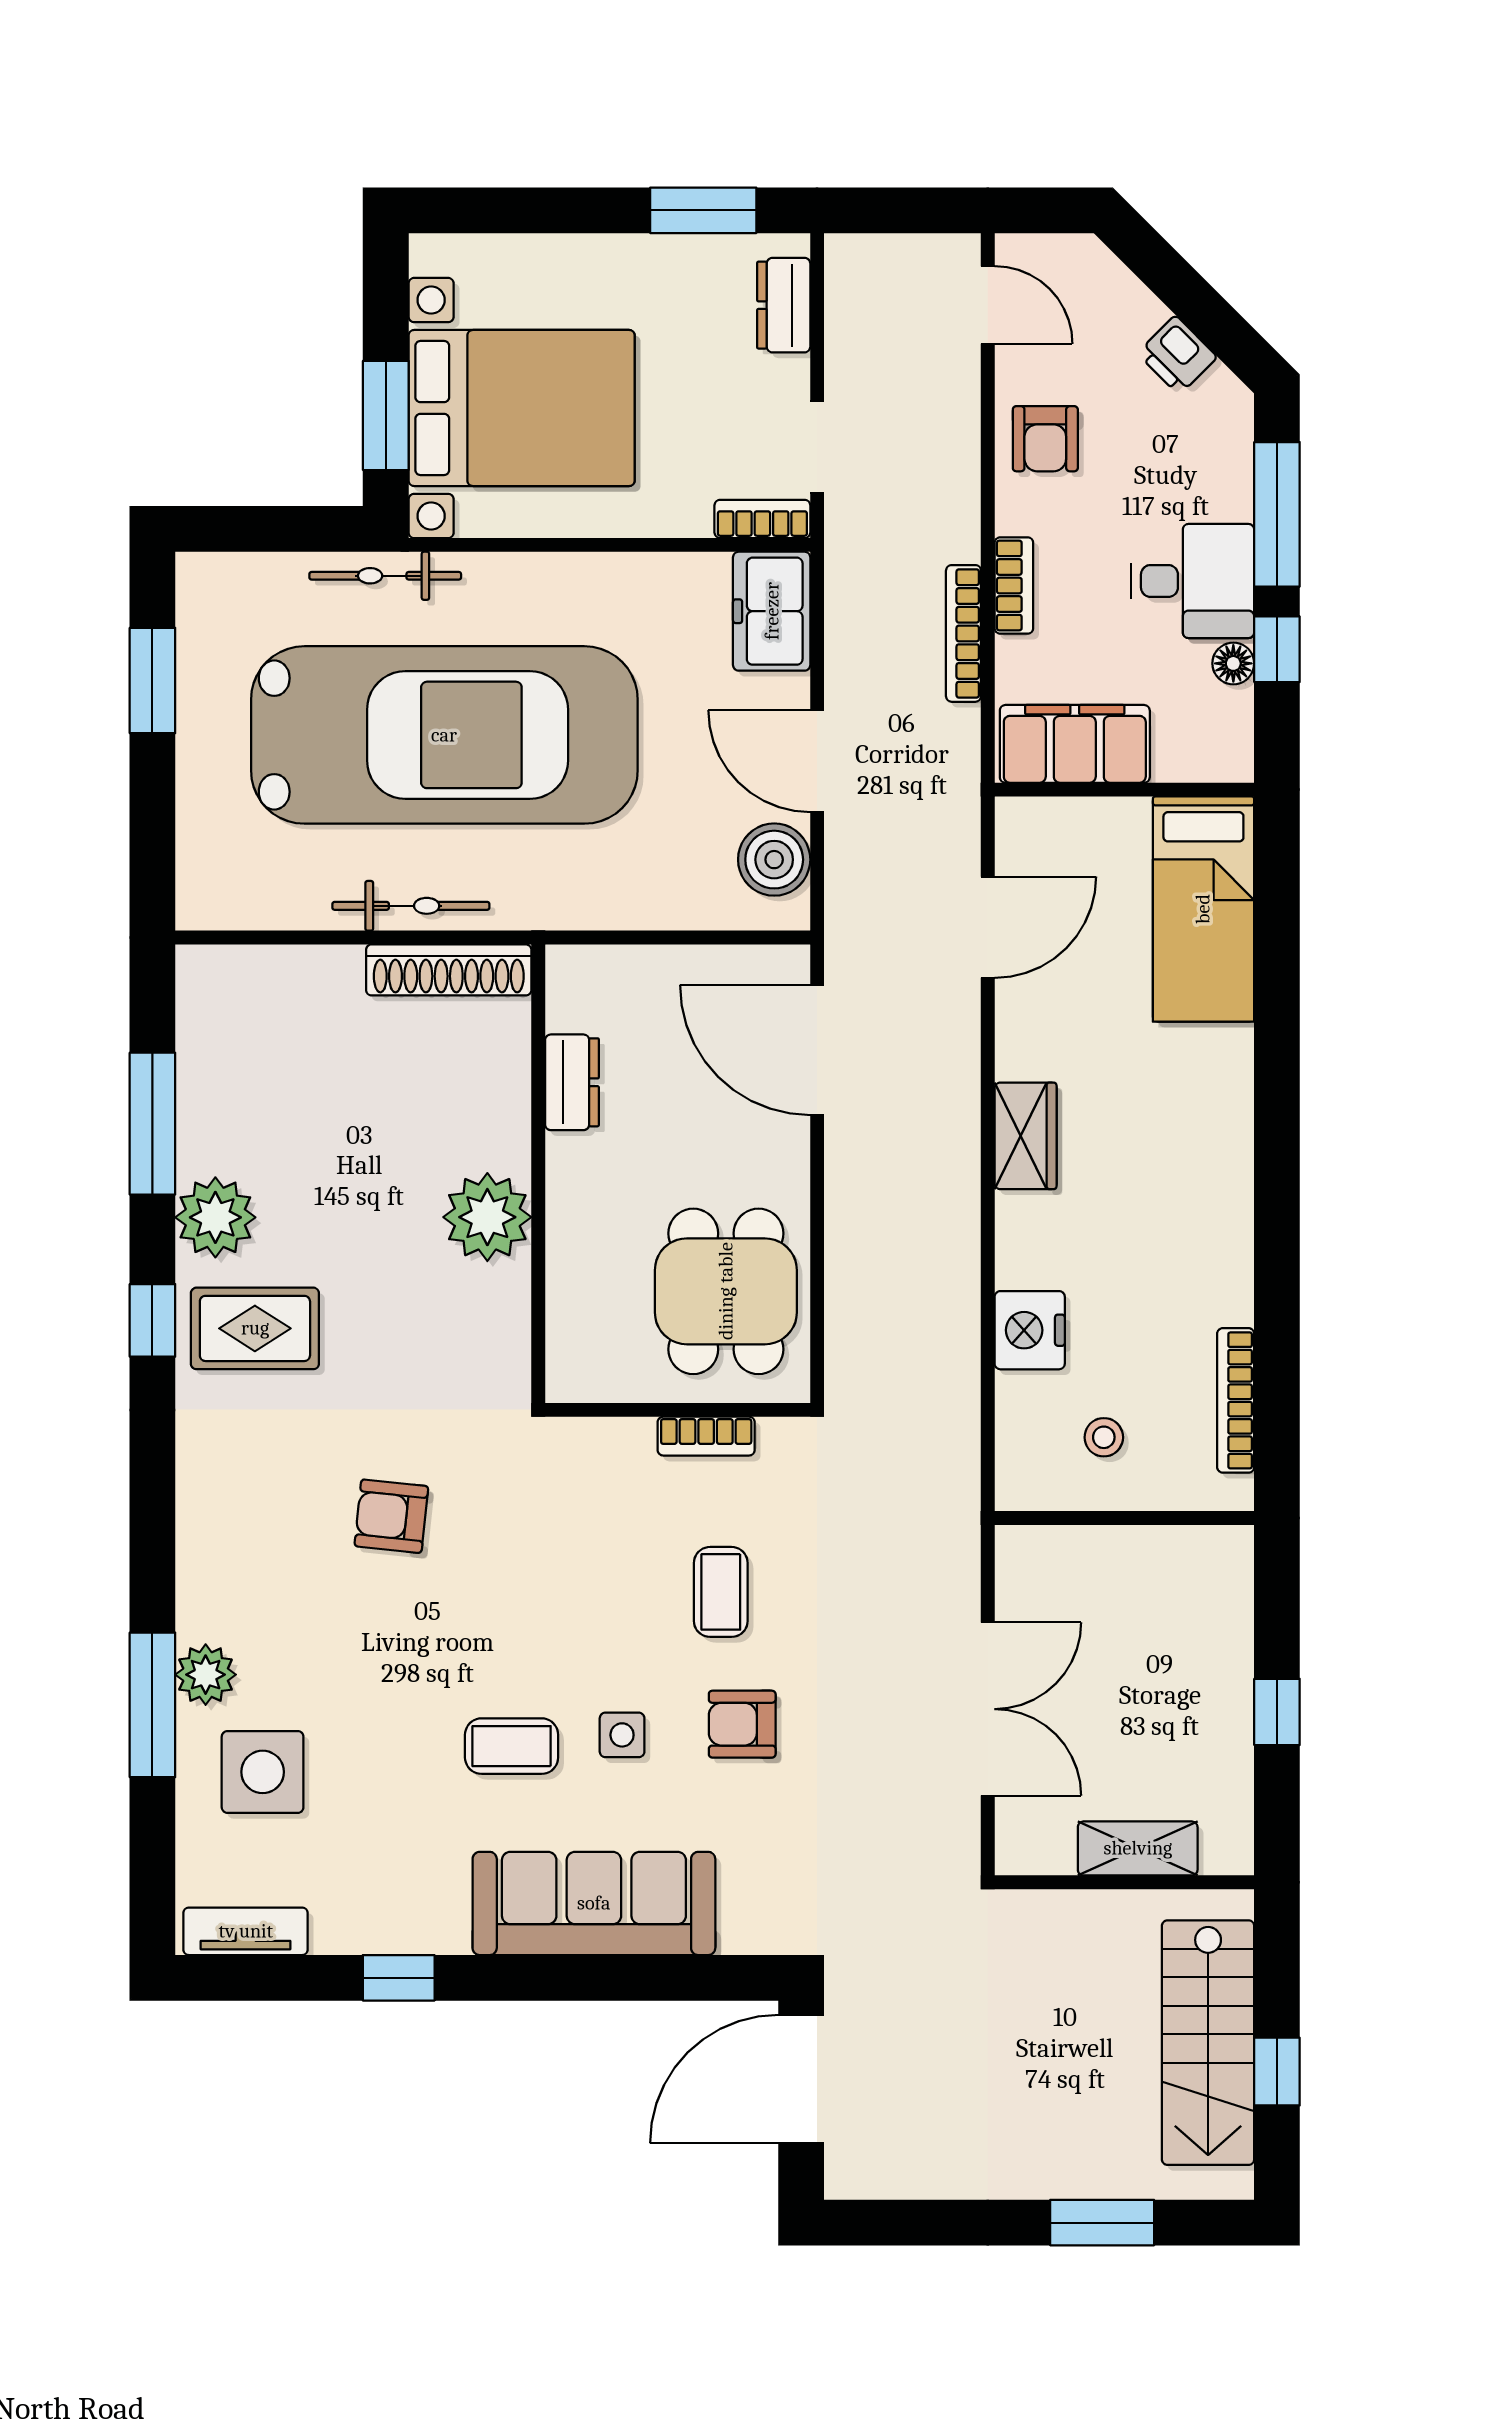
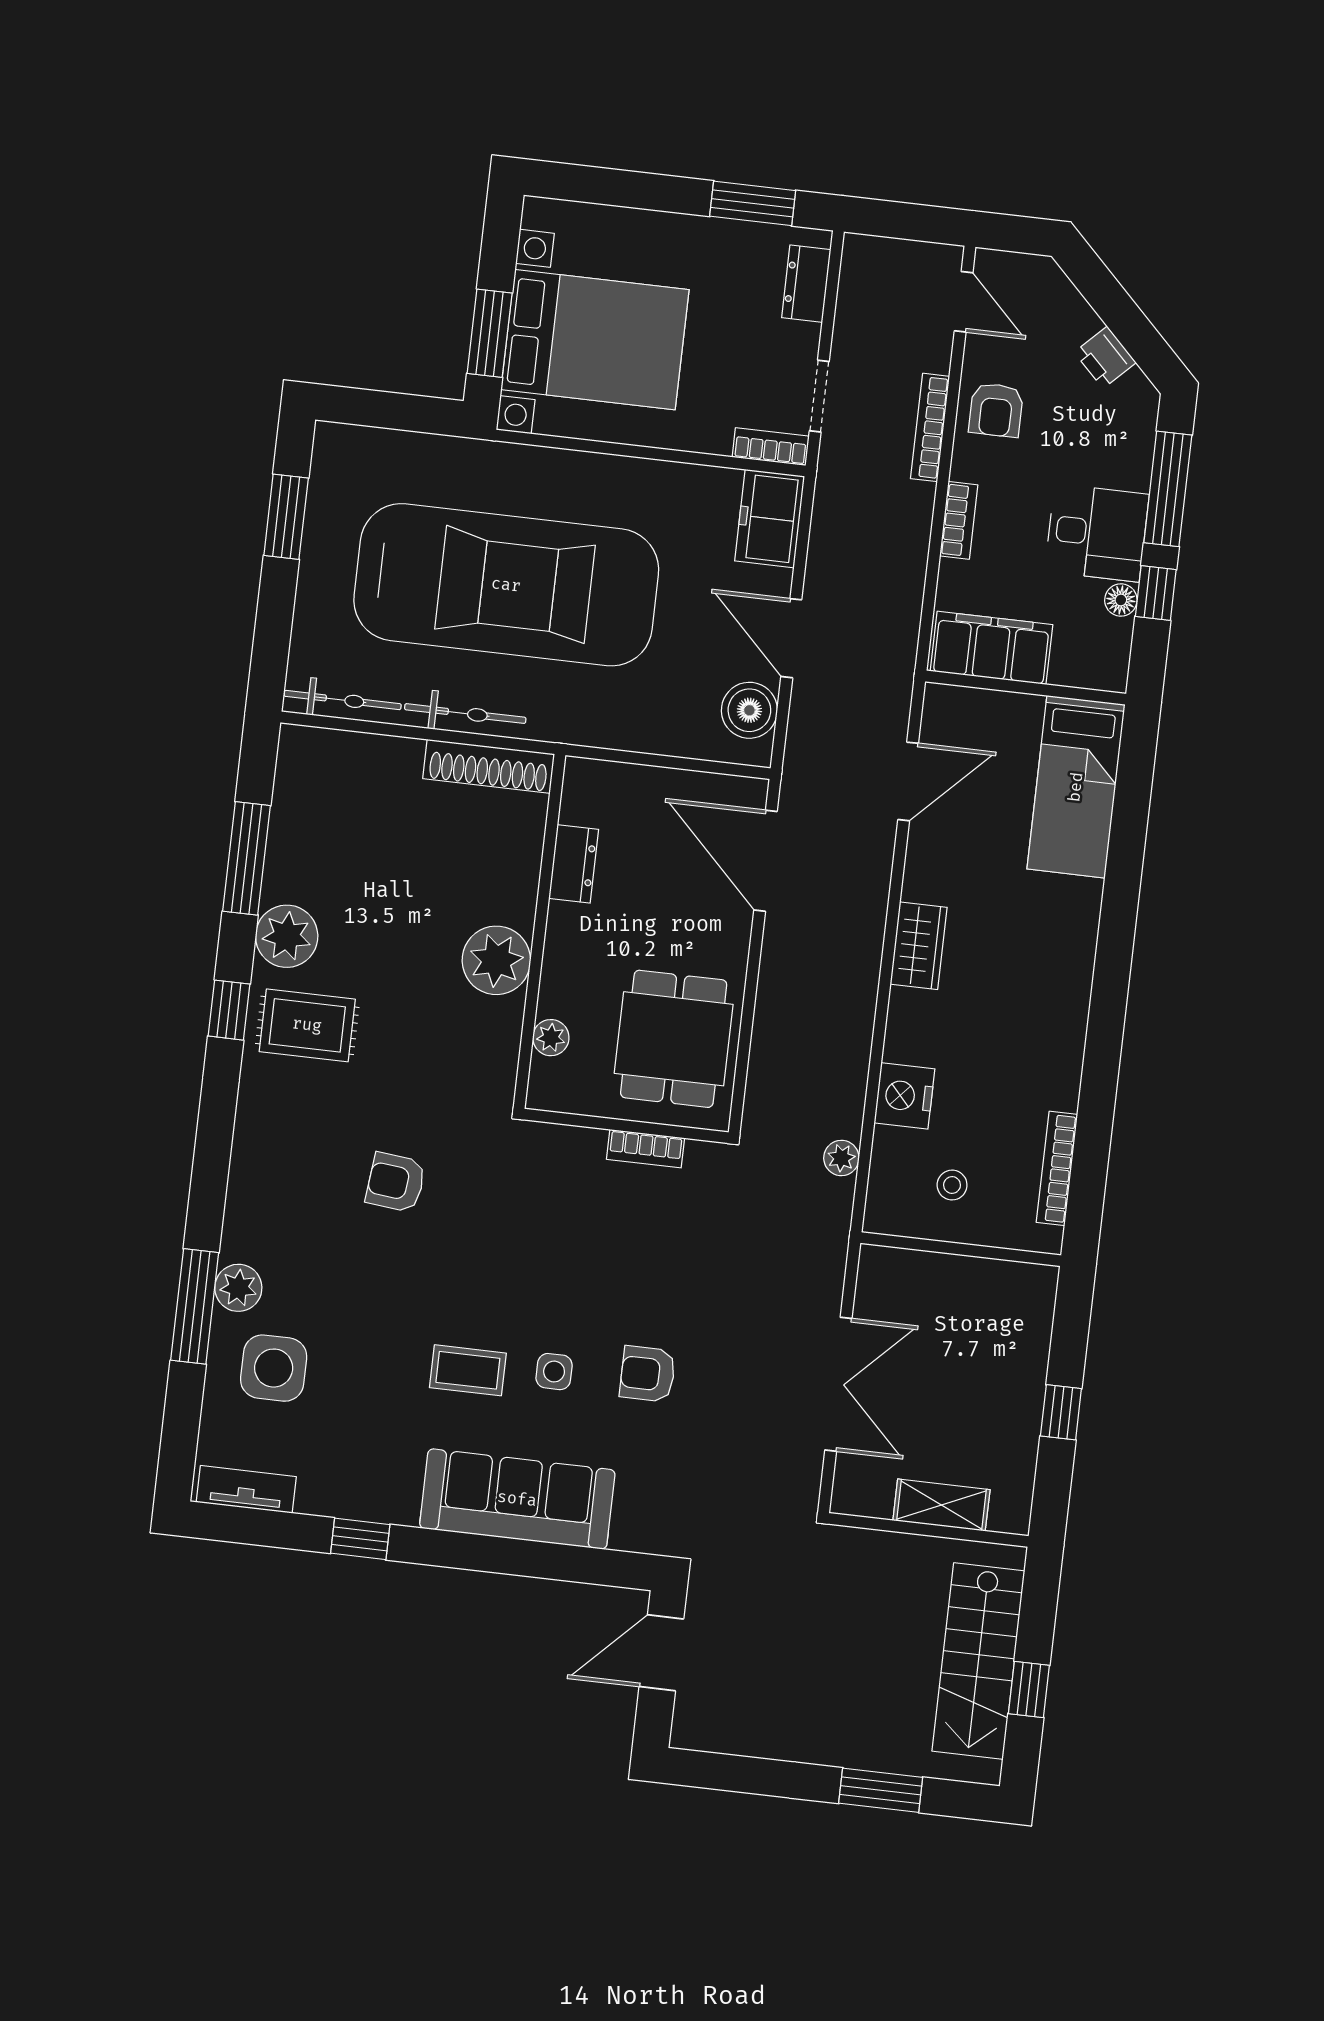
bicycle: (385, 576) -> (343, 700), moved, turned 180
bookcase: (963, 633) -> (930, 427), moved
plant: (568, 1308) -> (551, 1038), added
plant: (958, 1419) -> (841, 1158), added
coffee table: (721, 1592) -> (643, 1270), removed
door: (801, 2079) -> (661, 1653), width x0.73

